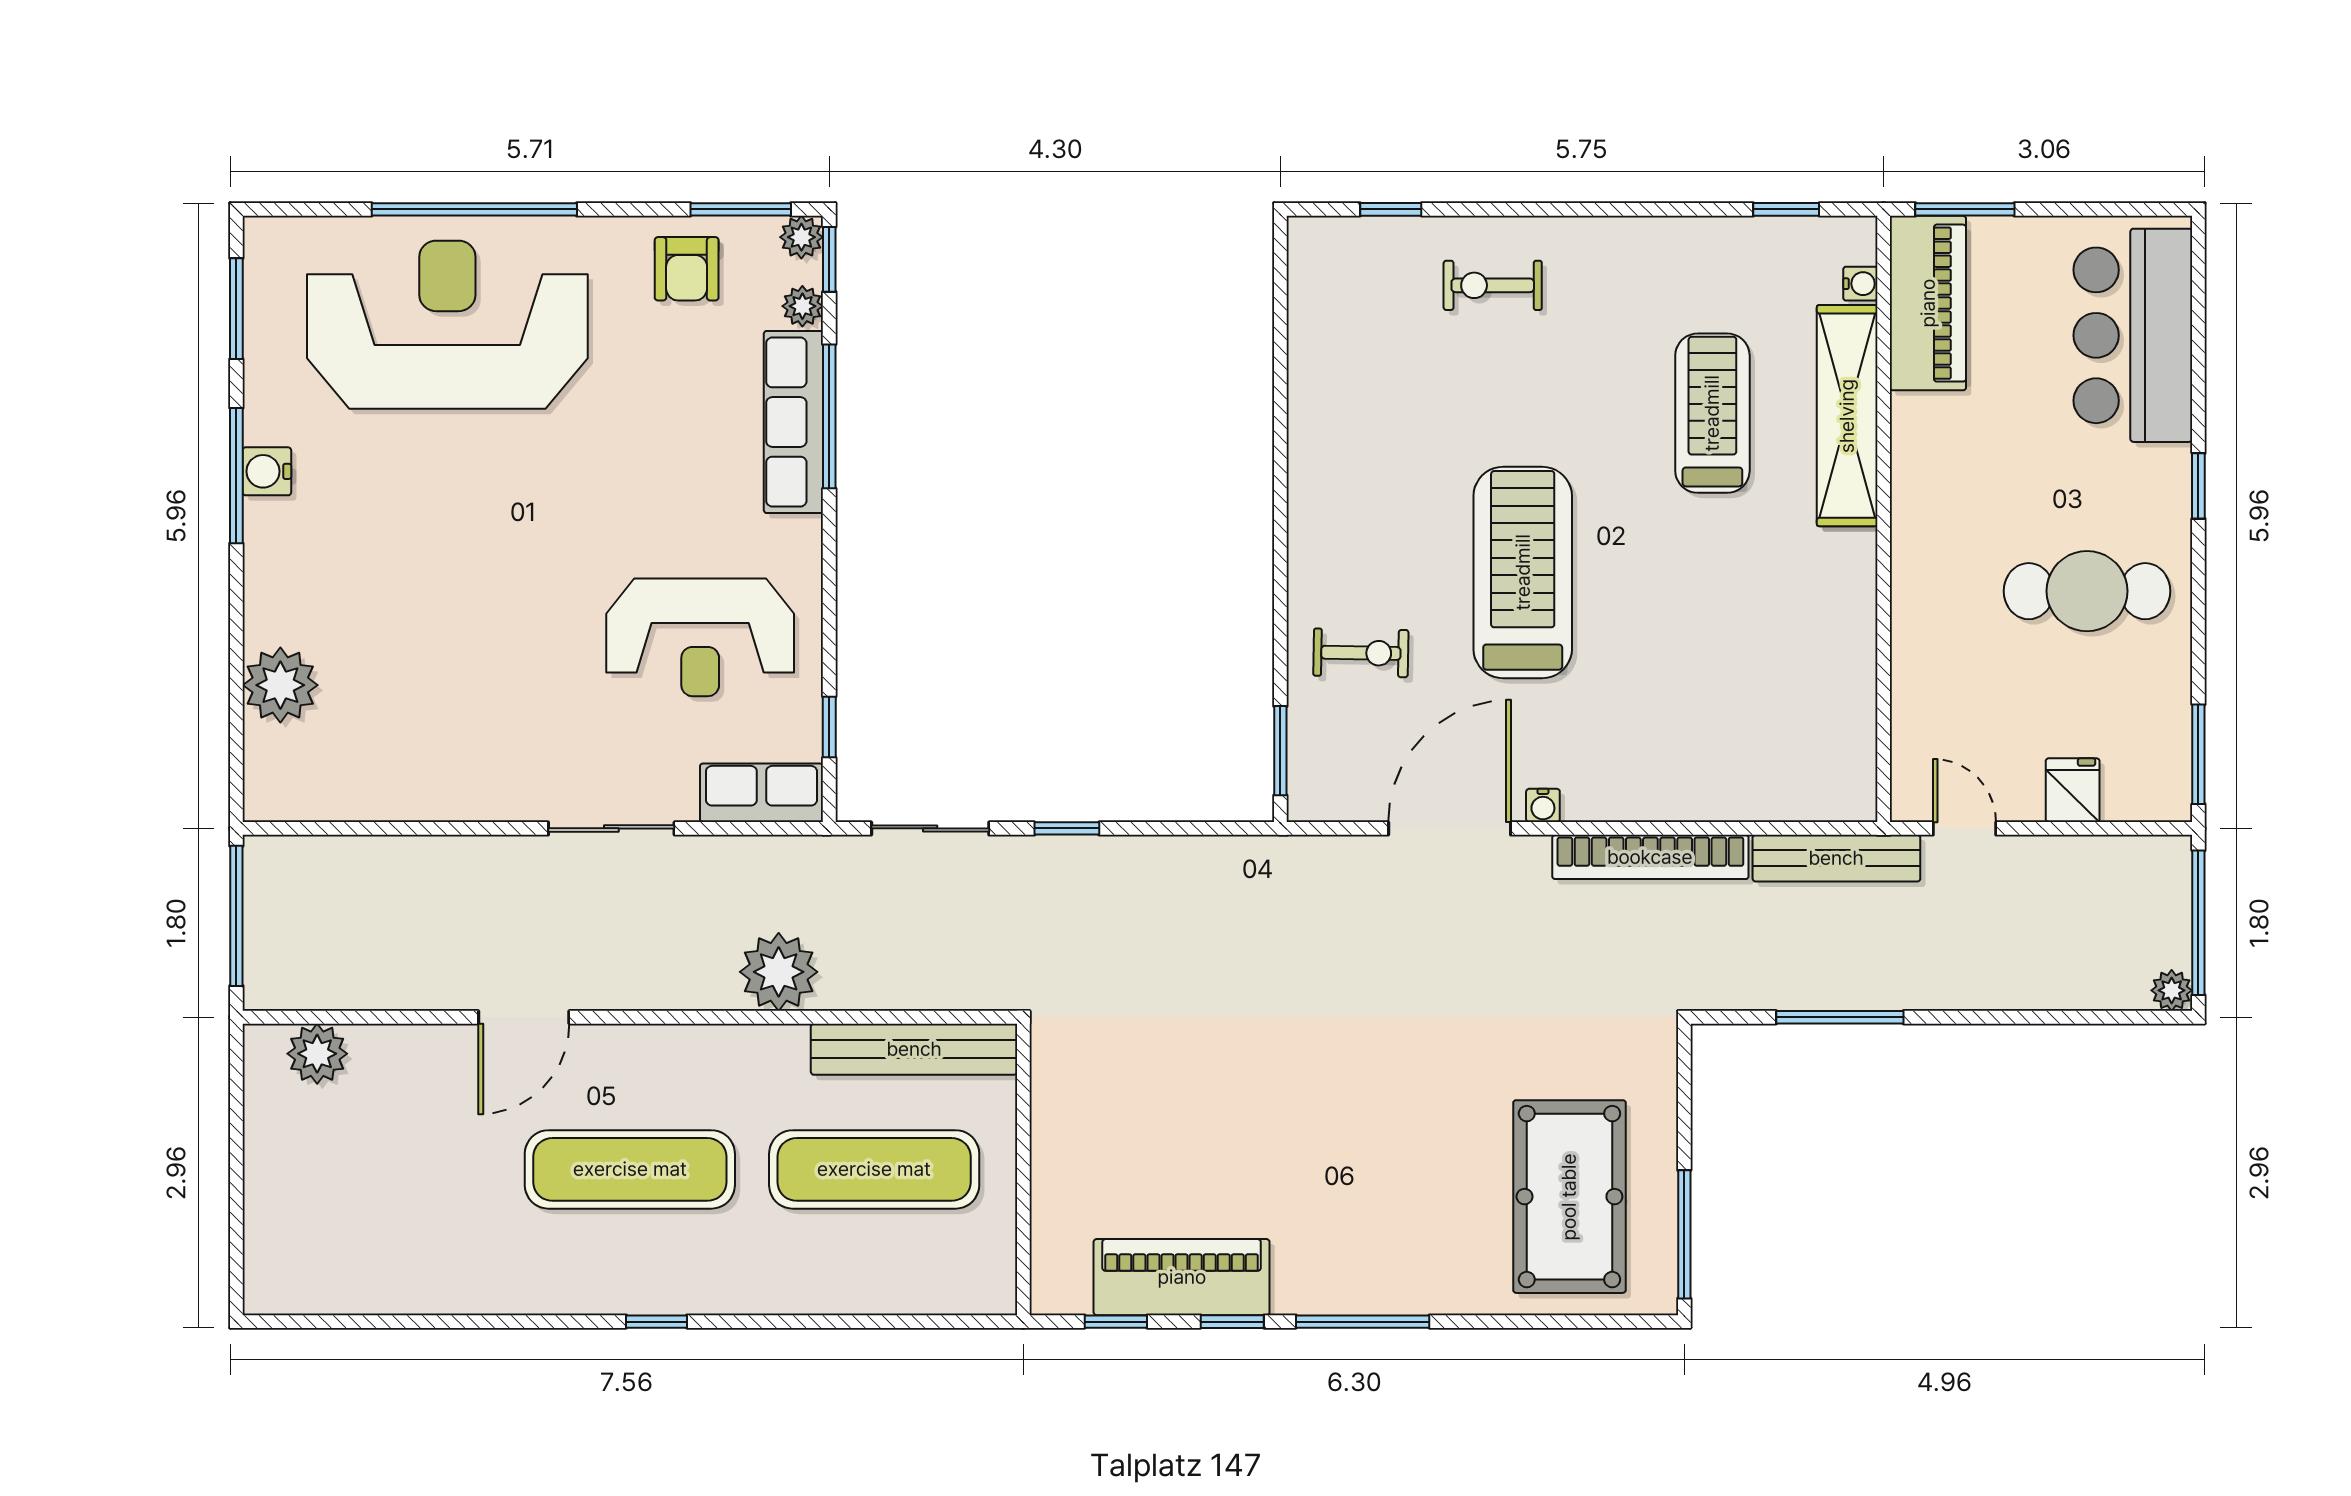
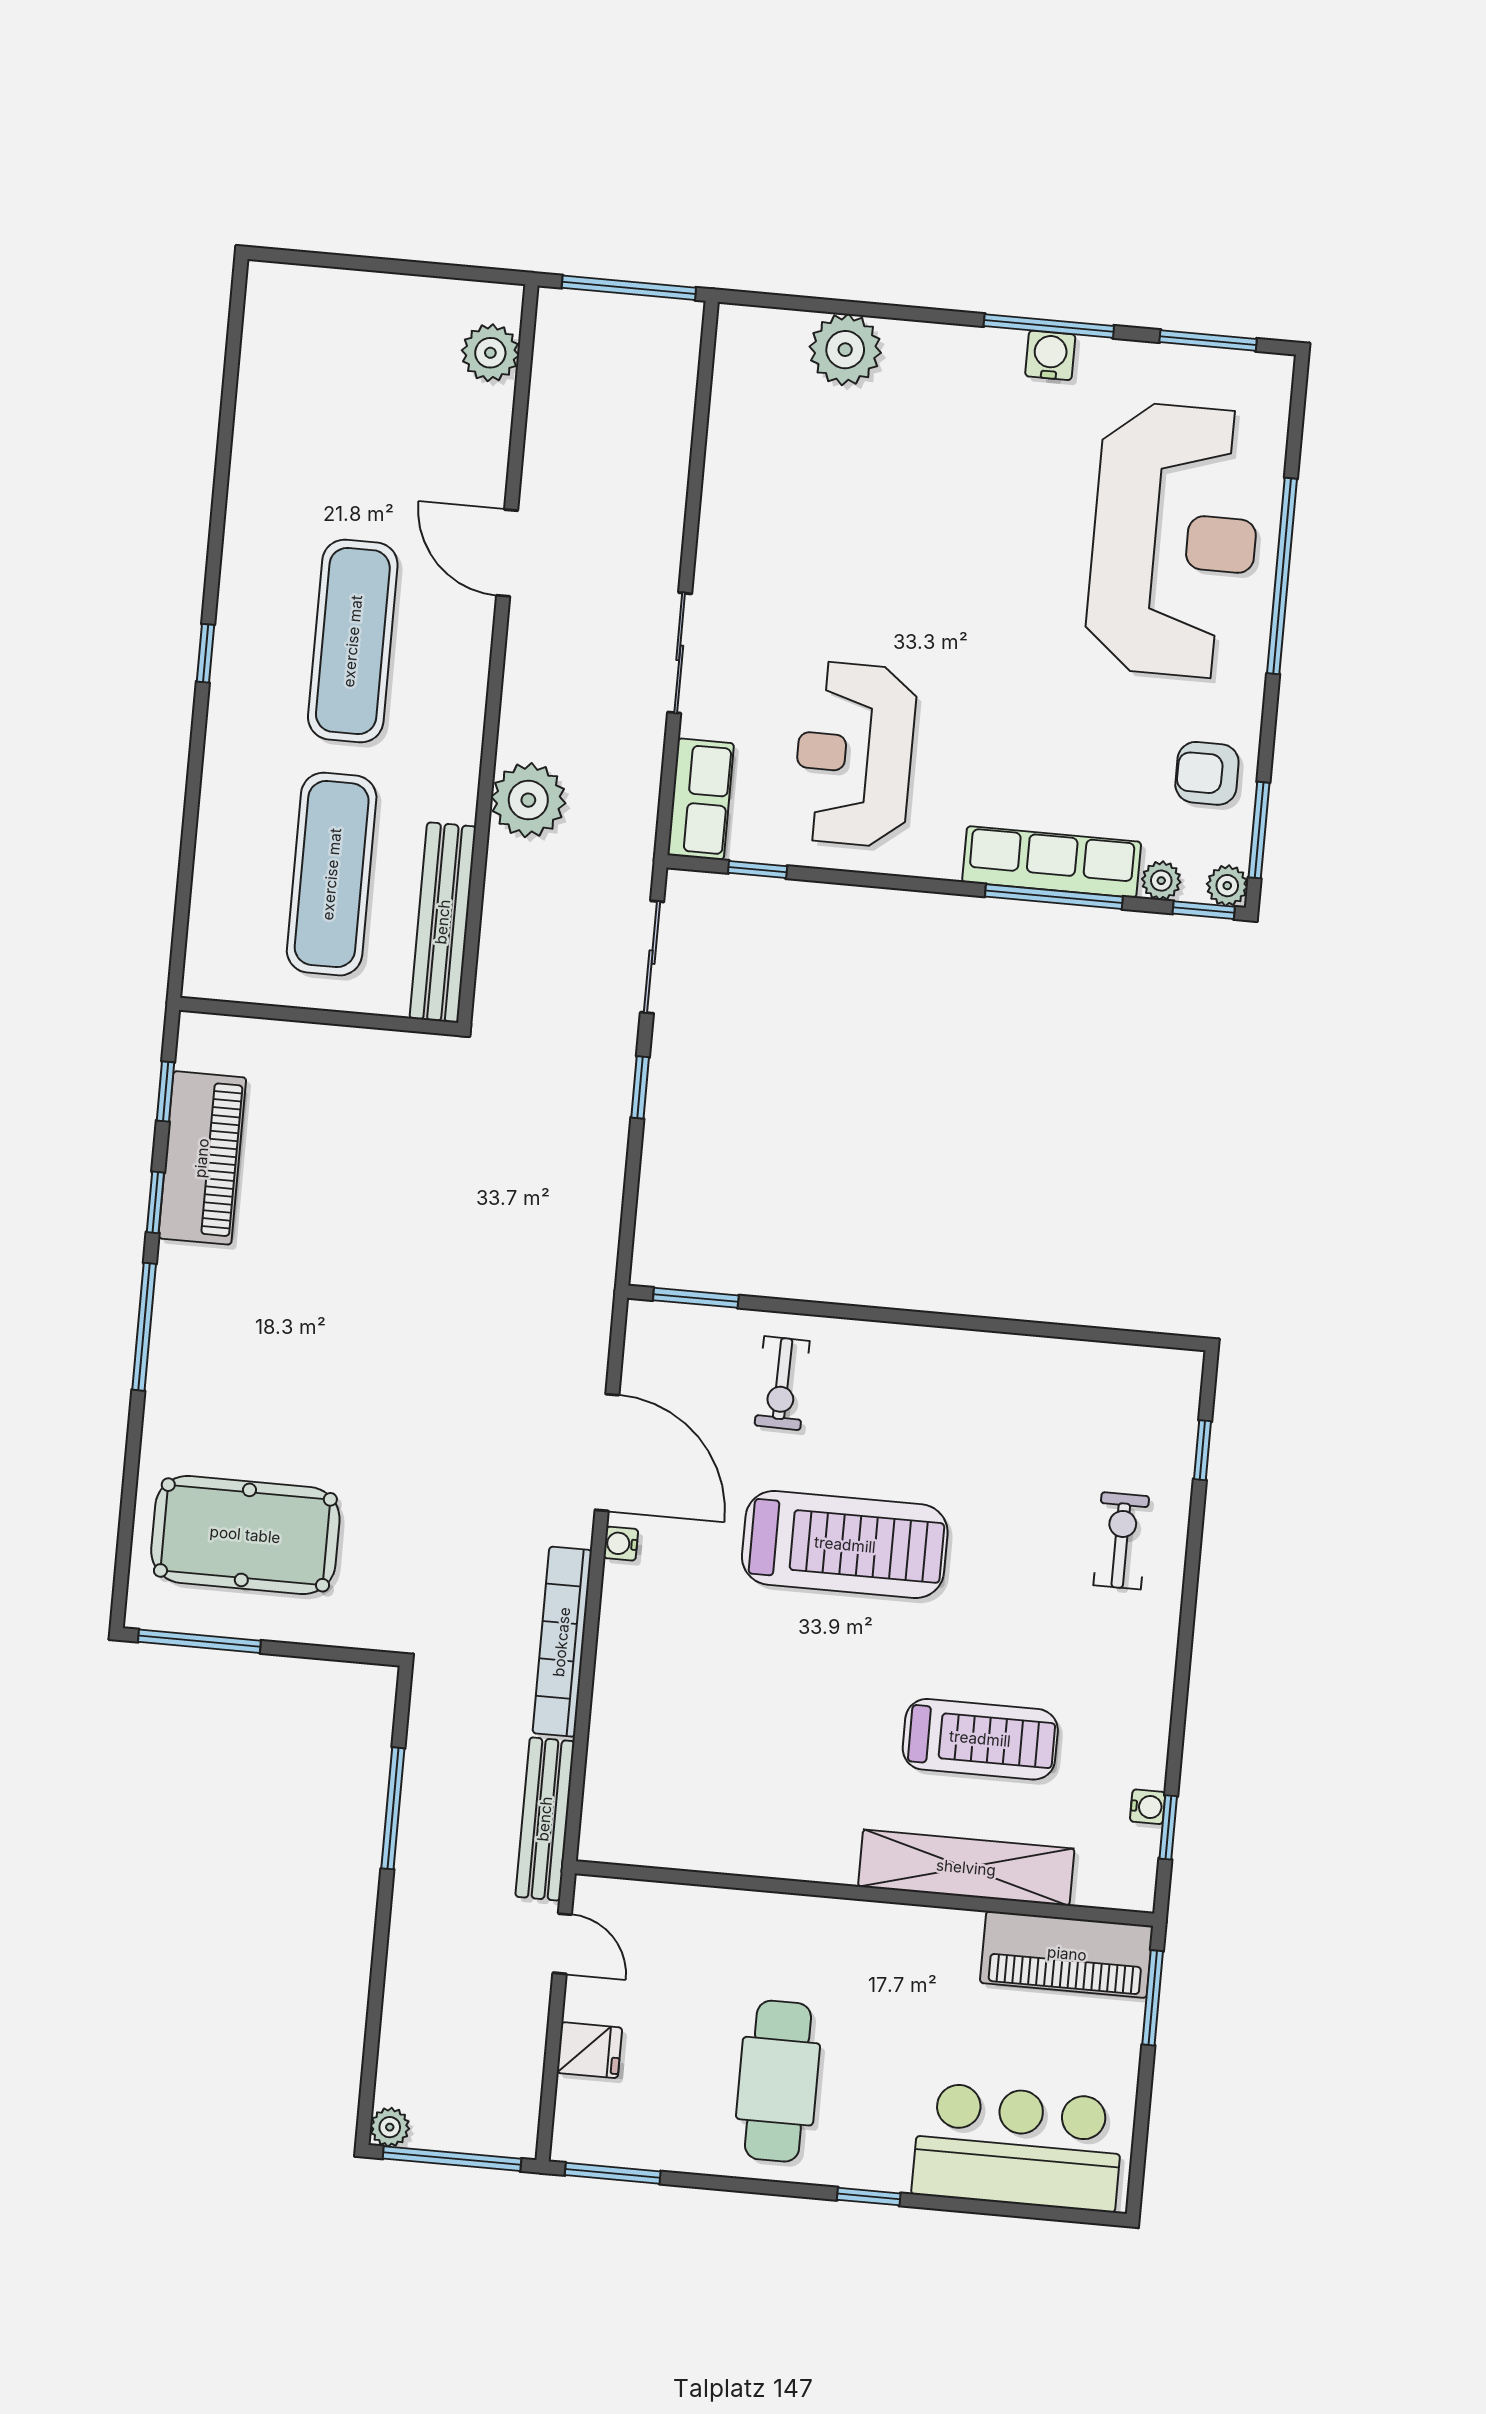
water cooler: (1860, 284) -> (1148, 1807), moved, turned -90
door: (1964, 828) -> (562, 1944), hinge flipped

